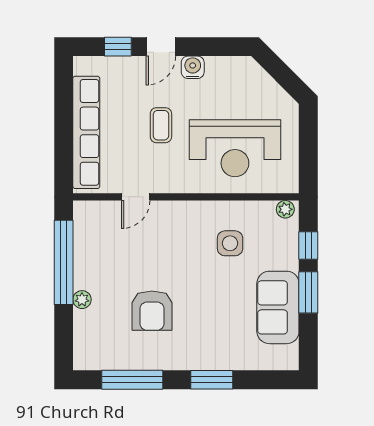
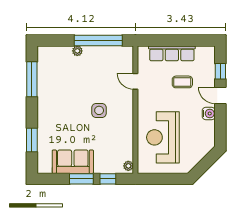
coffee table: (161, 125) -> (182, 82), moved
row of seats: (86, 132) -> (172, 53), width x0.73
side table: (230, 243) -> (99, 110), moved
armchair: (152, 311) -> (71, 90), removed
window: (212, 380) -> (32, 140), moved

